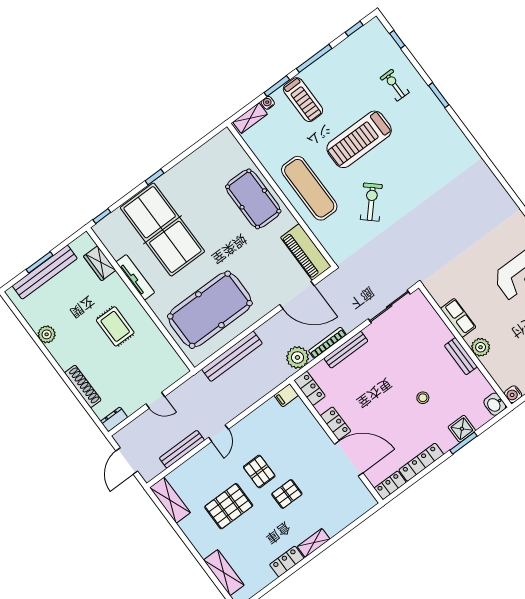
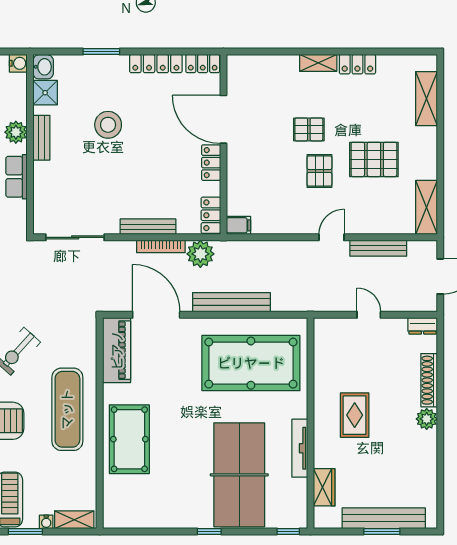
plant: (47, 334) -> (427, 419), moved
bench: (232, 356) -> (231, 302), moved
stool: (423, 398) -> (108, 125), width x1.89, depth x1.89
shower: (462, 429) -> (45, 93), moved

